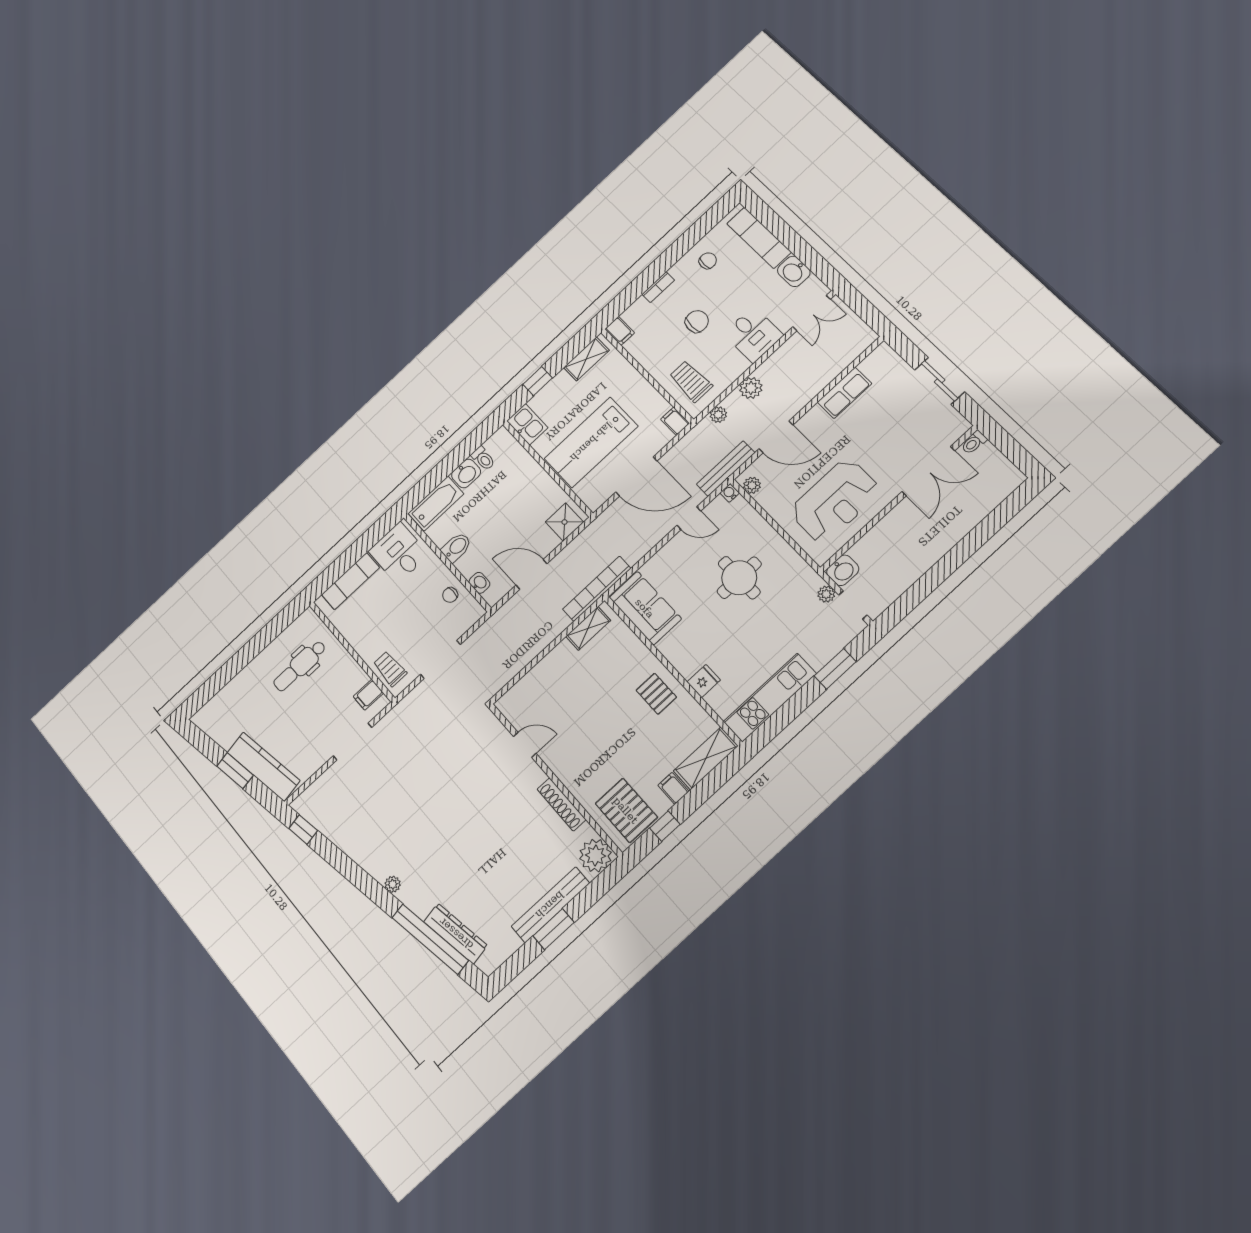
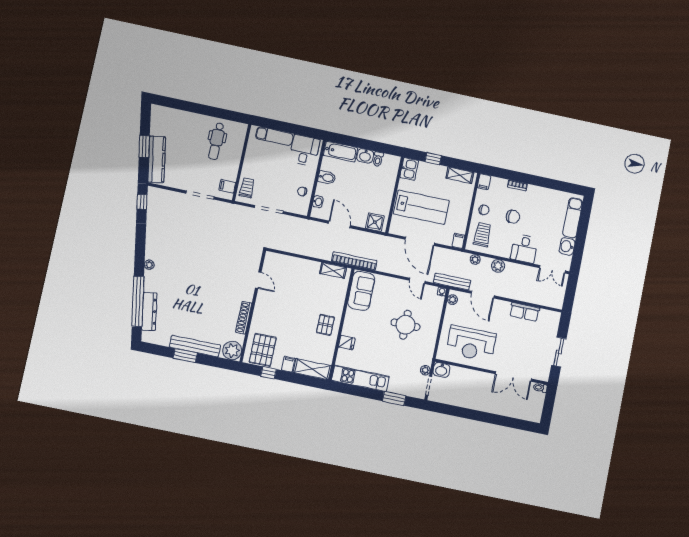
chair: (708, 261) -> (484, 210), moved
lab bench: (591, 442) -> (421, 207), turned 180
dental chair: (300, 666) -> (216, 141), turned -90

